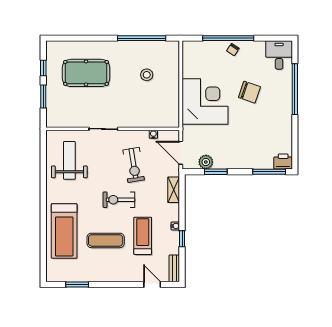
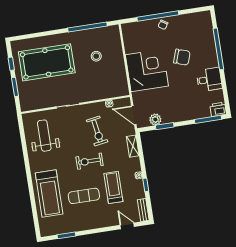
desk: (279, 55) -> (209, 80), moved, turned 90
pool table: (86, 73) -> (47, 62), width x1.36, depth x1.32

